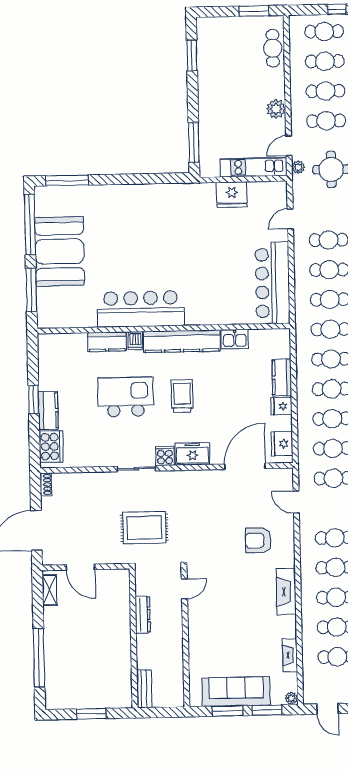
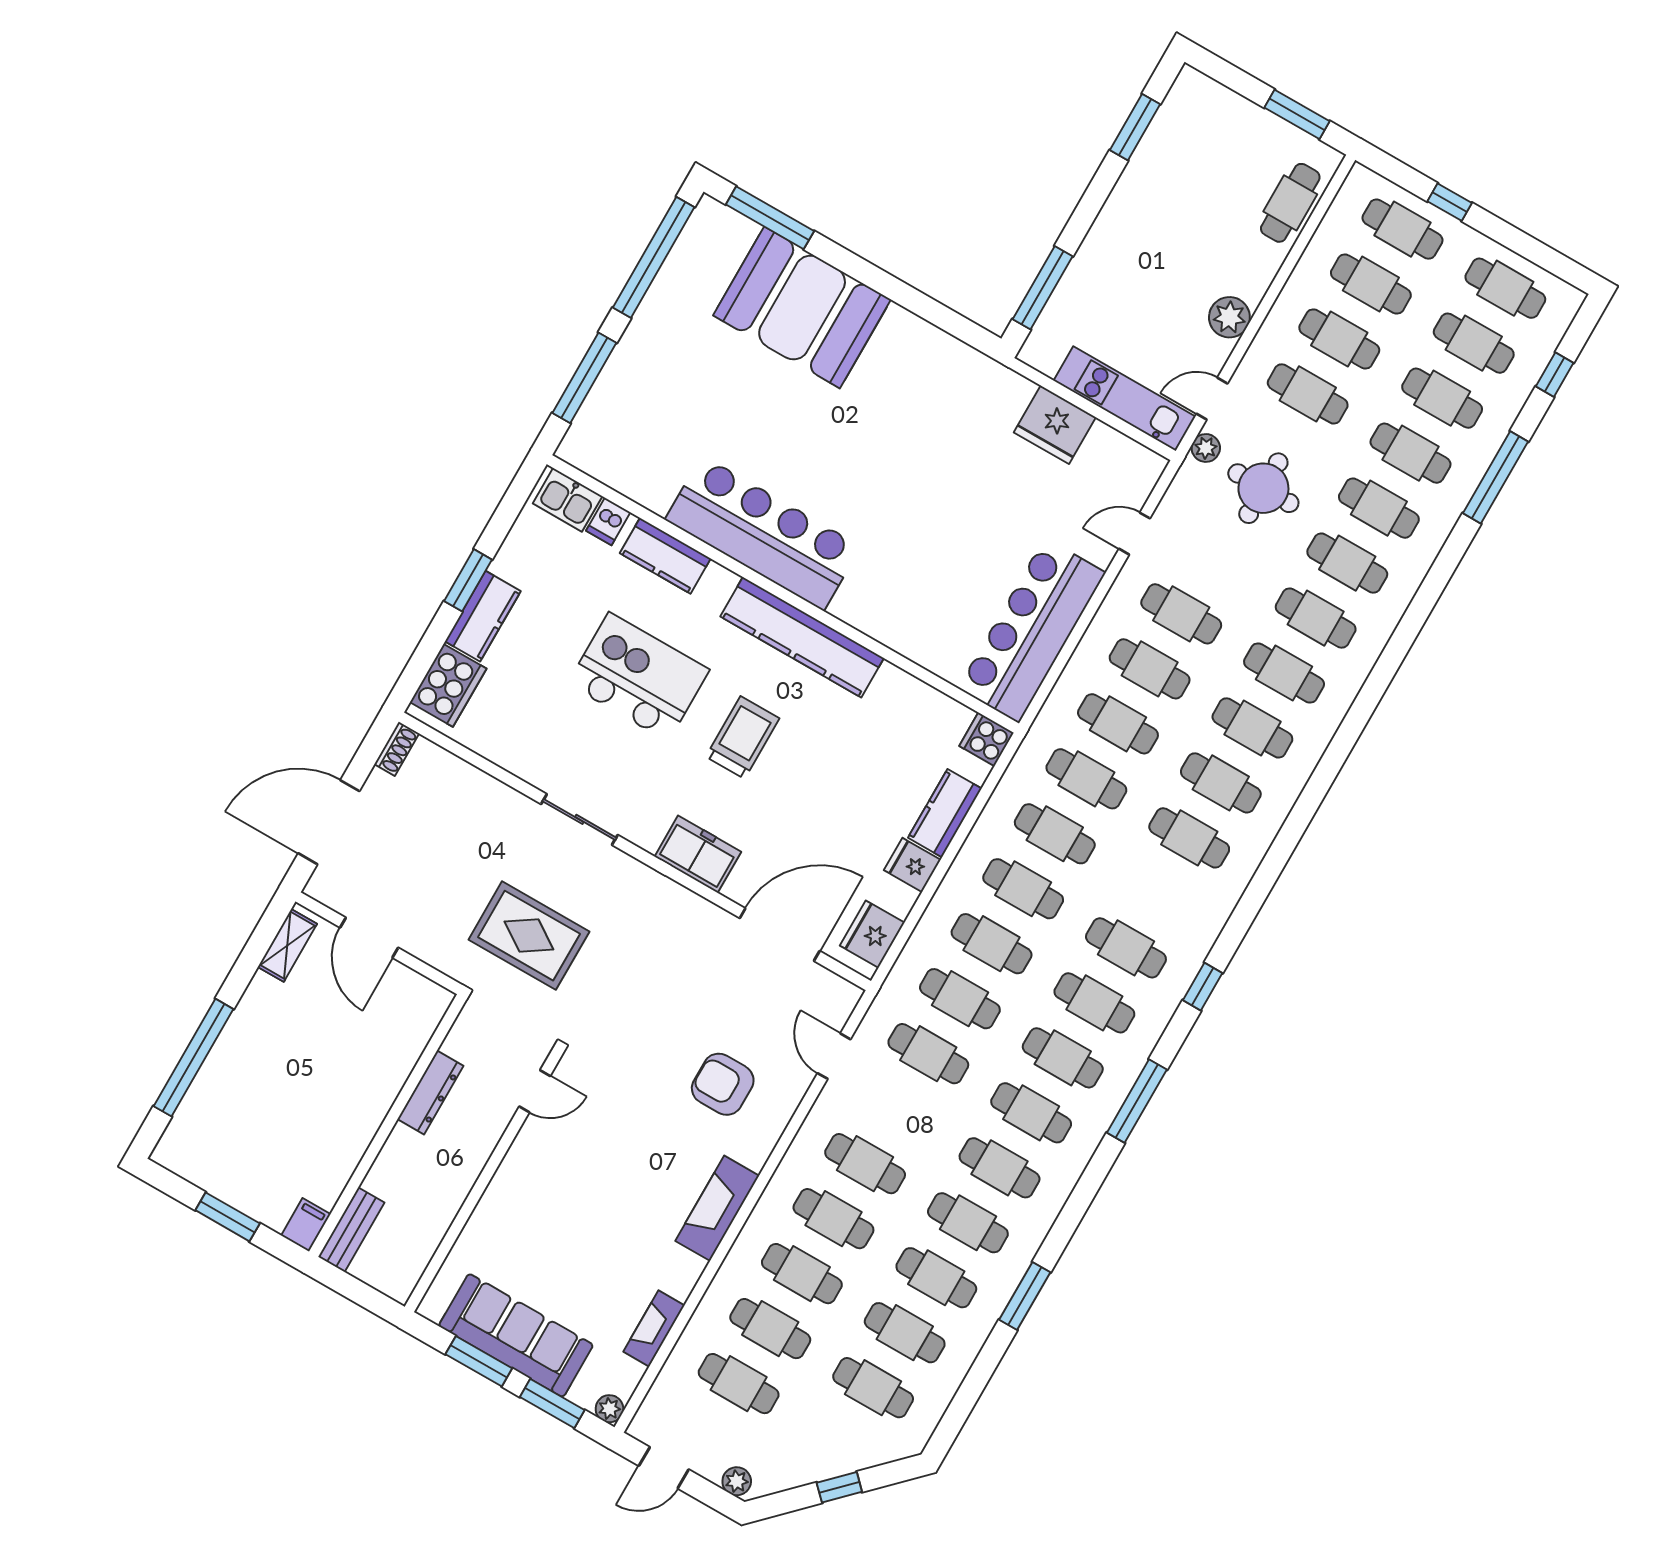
booth: (60, 251) -> (802, 307), moved, turned 90
kitchen sink: (235, 339) -> (568, 500), moved
dishwasher: (135, 340) -> (608, 521), moved
cooker: (165, 456) -> (986, 739), moved, turned -90
filing cabinet: (125, 698) -> (306, 1225), added
door: (328, 709) -> (664, 1468), hinge flipped

